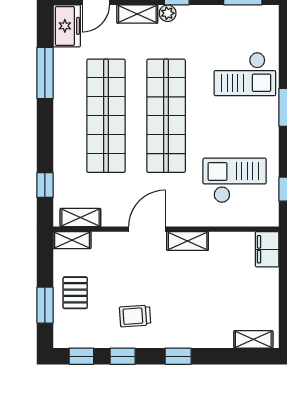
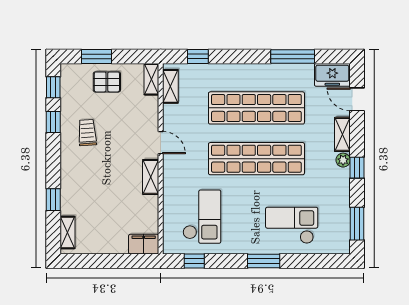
checkout: (245, 74) -> (292, 225), turned 90
door: (147, 229) -> (161, 143), width x0.73
window: (178, 356) -> (53, 200), moved

